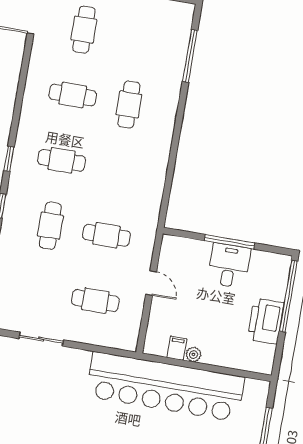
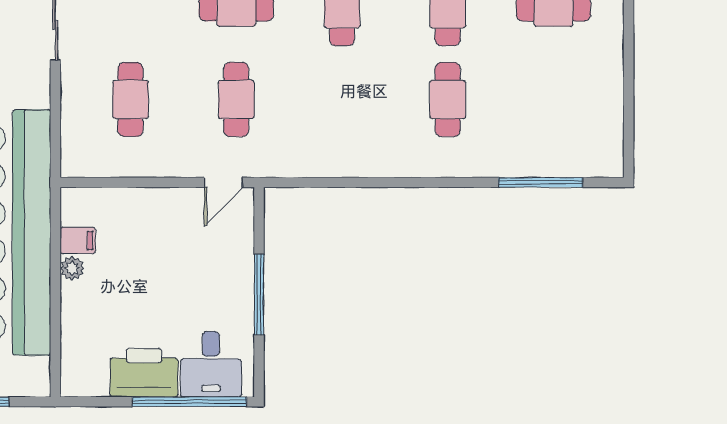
cafe table: (129, 105) -> (448, 99), turned 90
desk: (229, 266) -> (211, 364), moved, turned 90
door: (151, 283) -> (223, 182), moved

